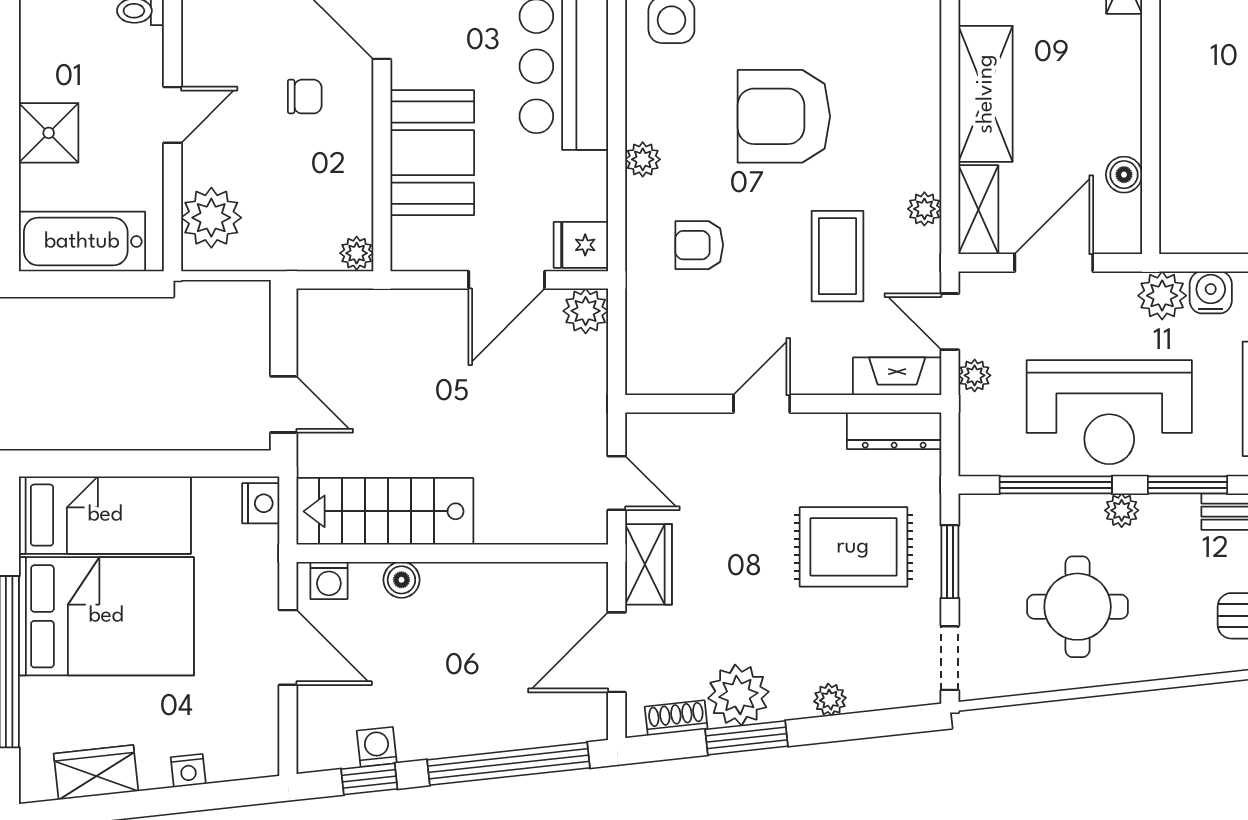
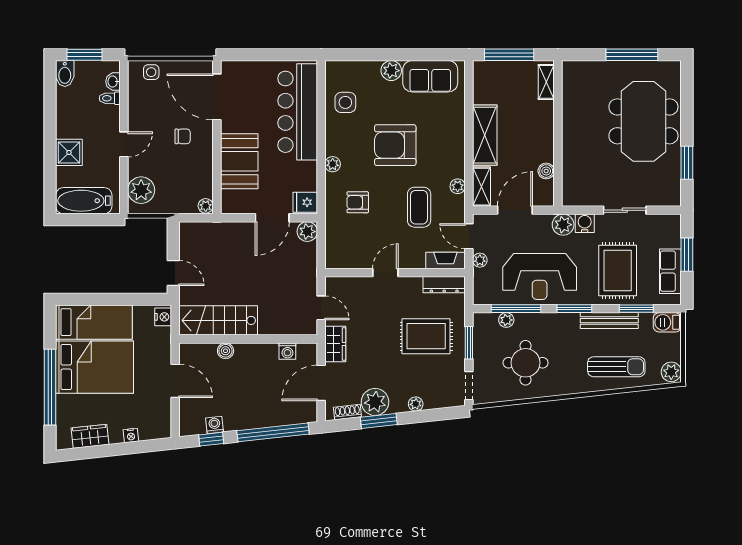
plant: (1122, 510) -> (506, 320), moved
washing machine: (329, 580) -> (287, 351), moved

